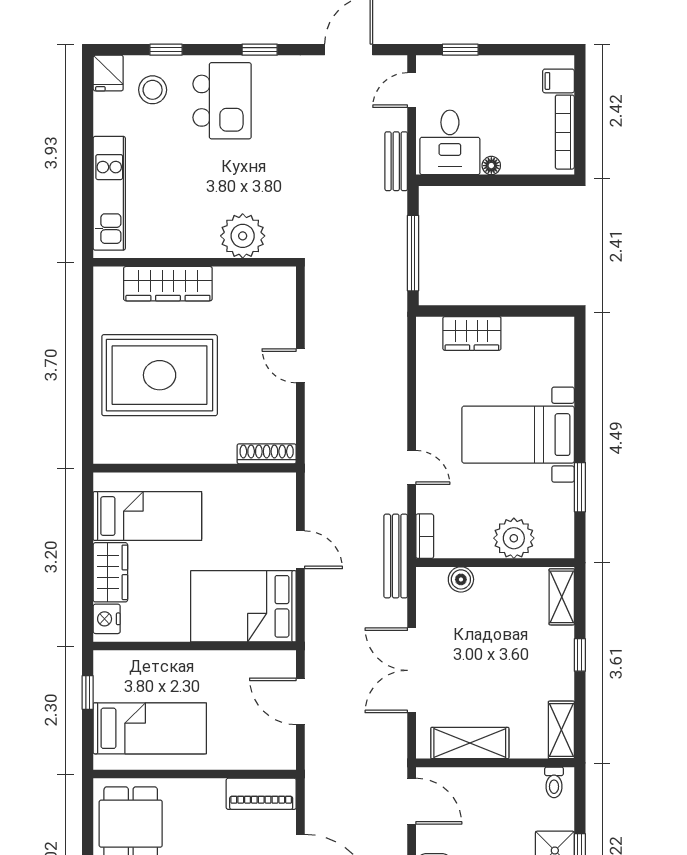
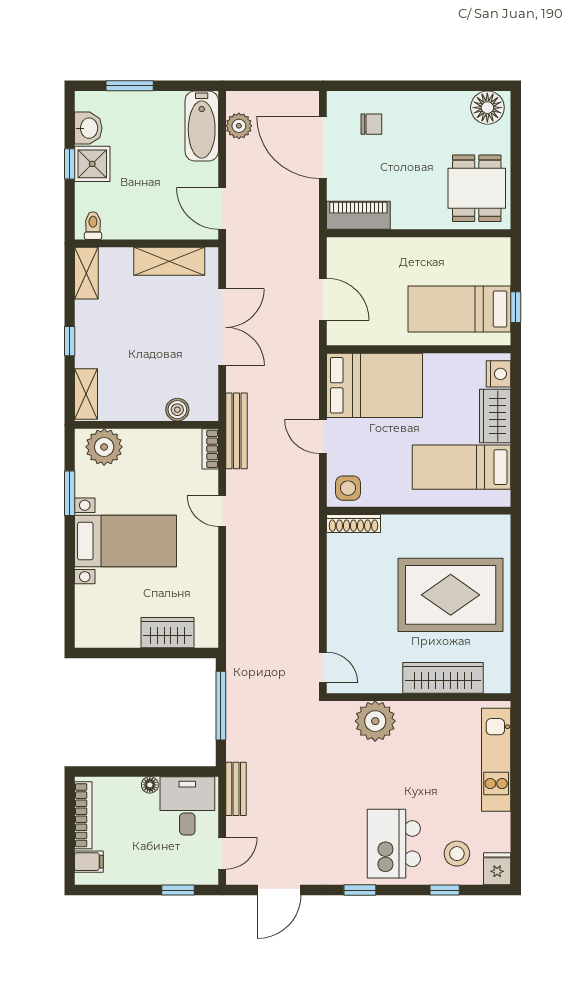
door: (300, 366) -> (323, 668), moved
side table: (273, 493) -> (348, 488), added
plant: (514, 538) -> (104, 447), moved
bed: (150, 728) -> (459, 309), moved

